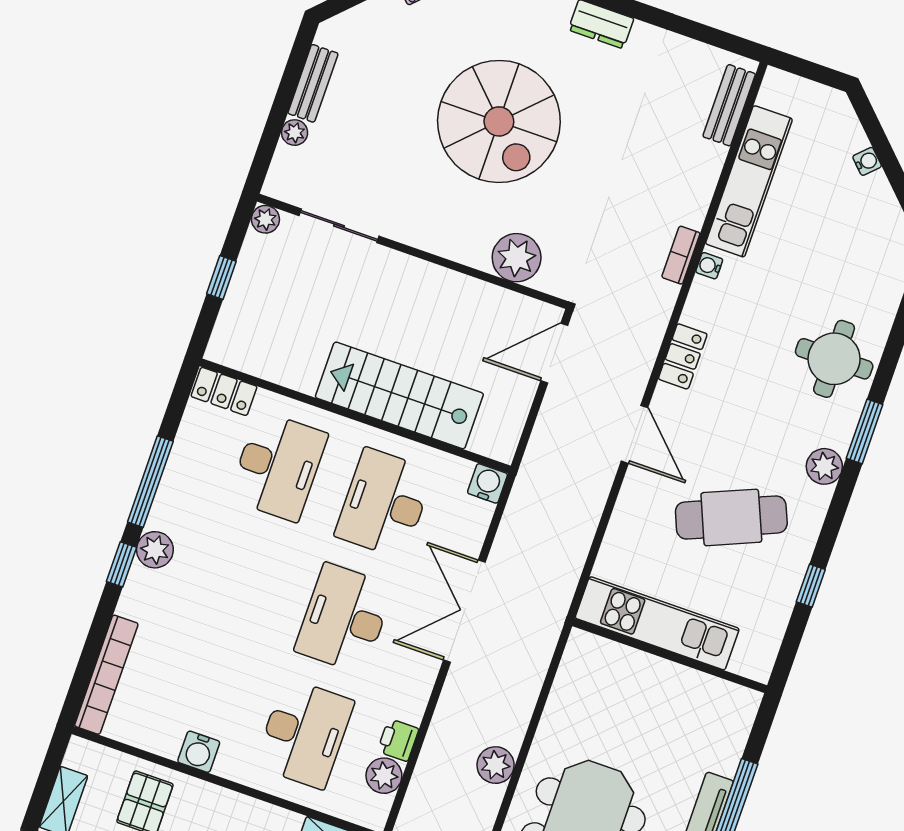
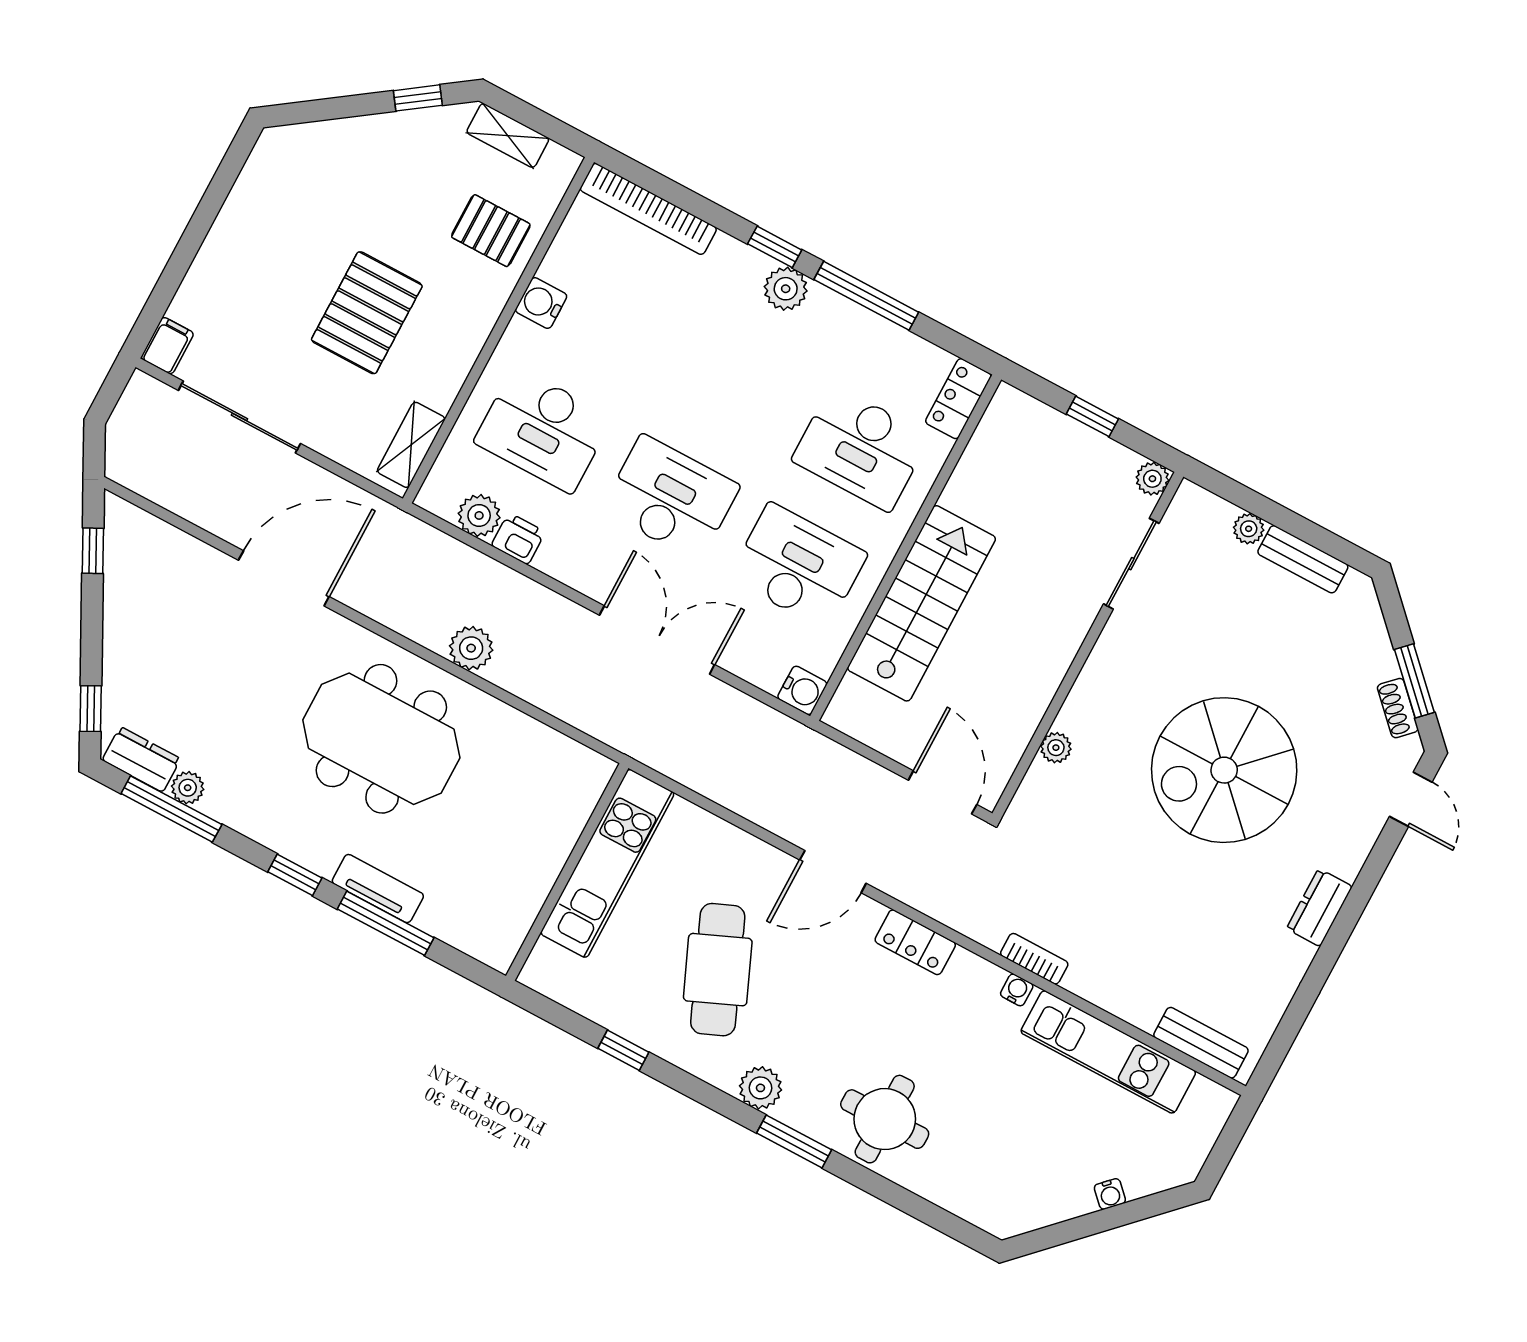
plant: (517, 258) -> (1056, 748), width x0.53, depth x0.53

